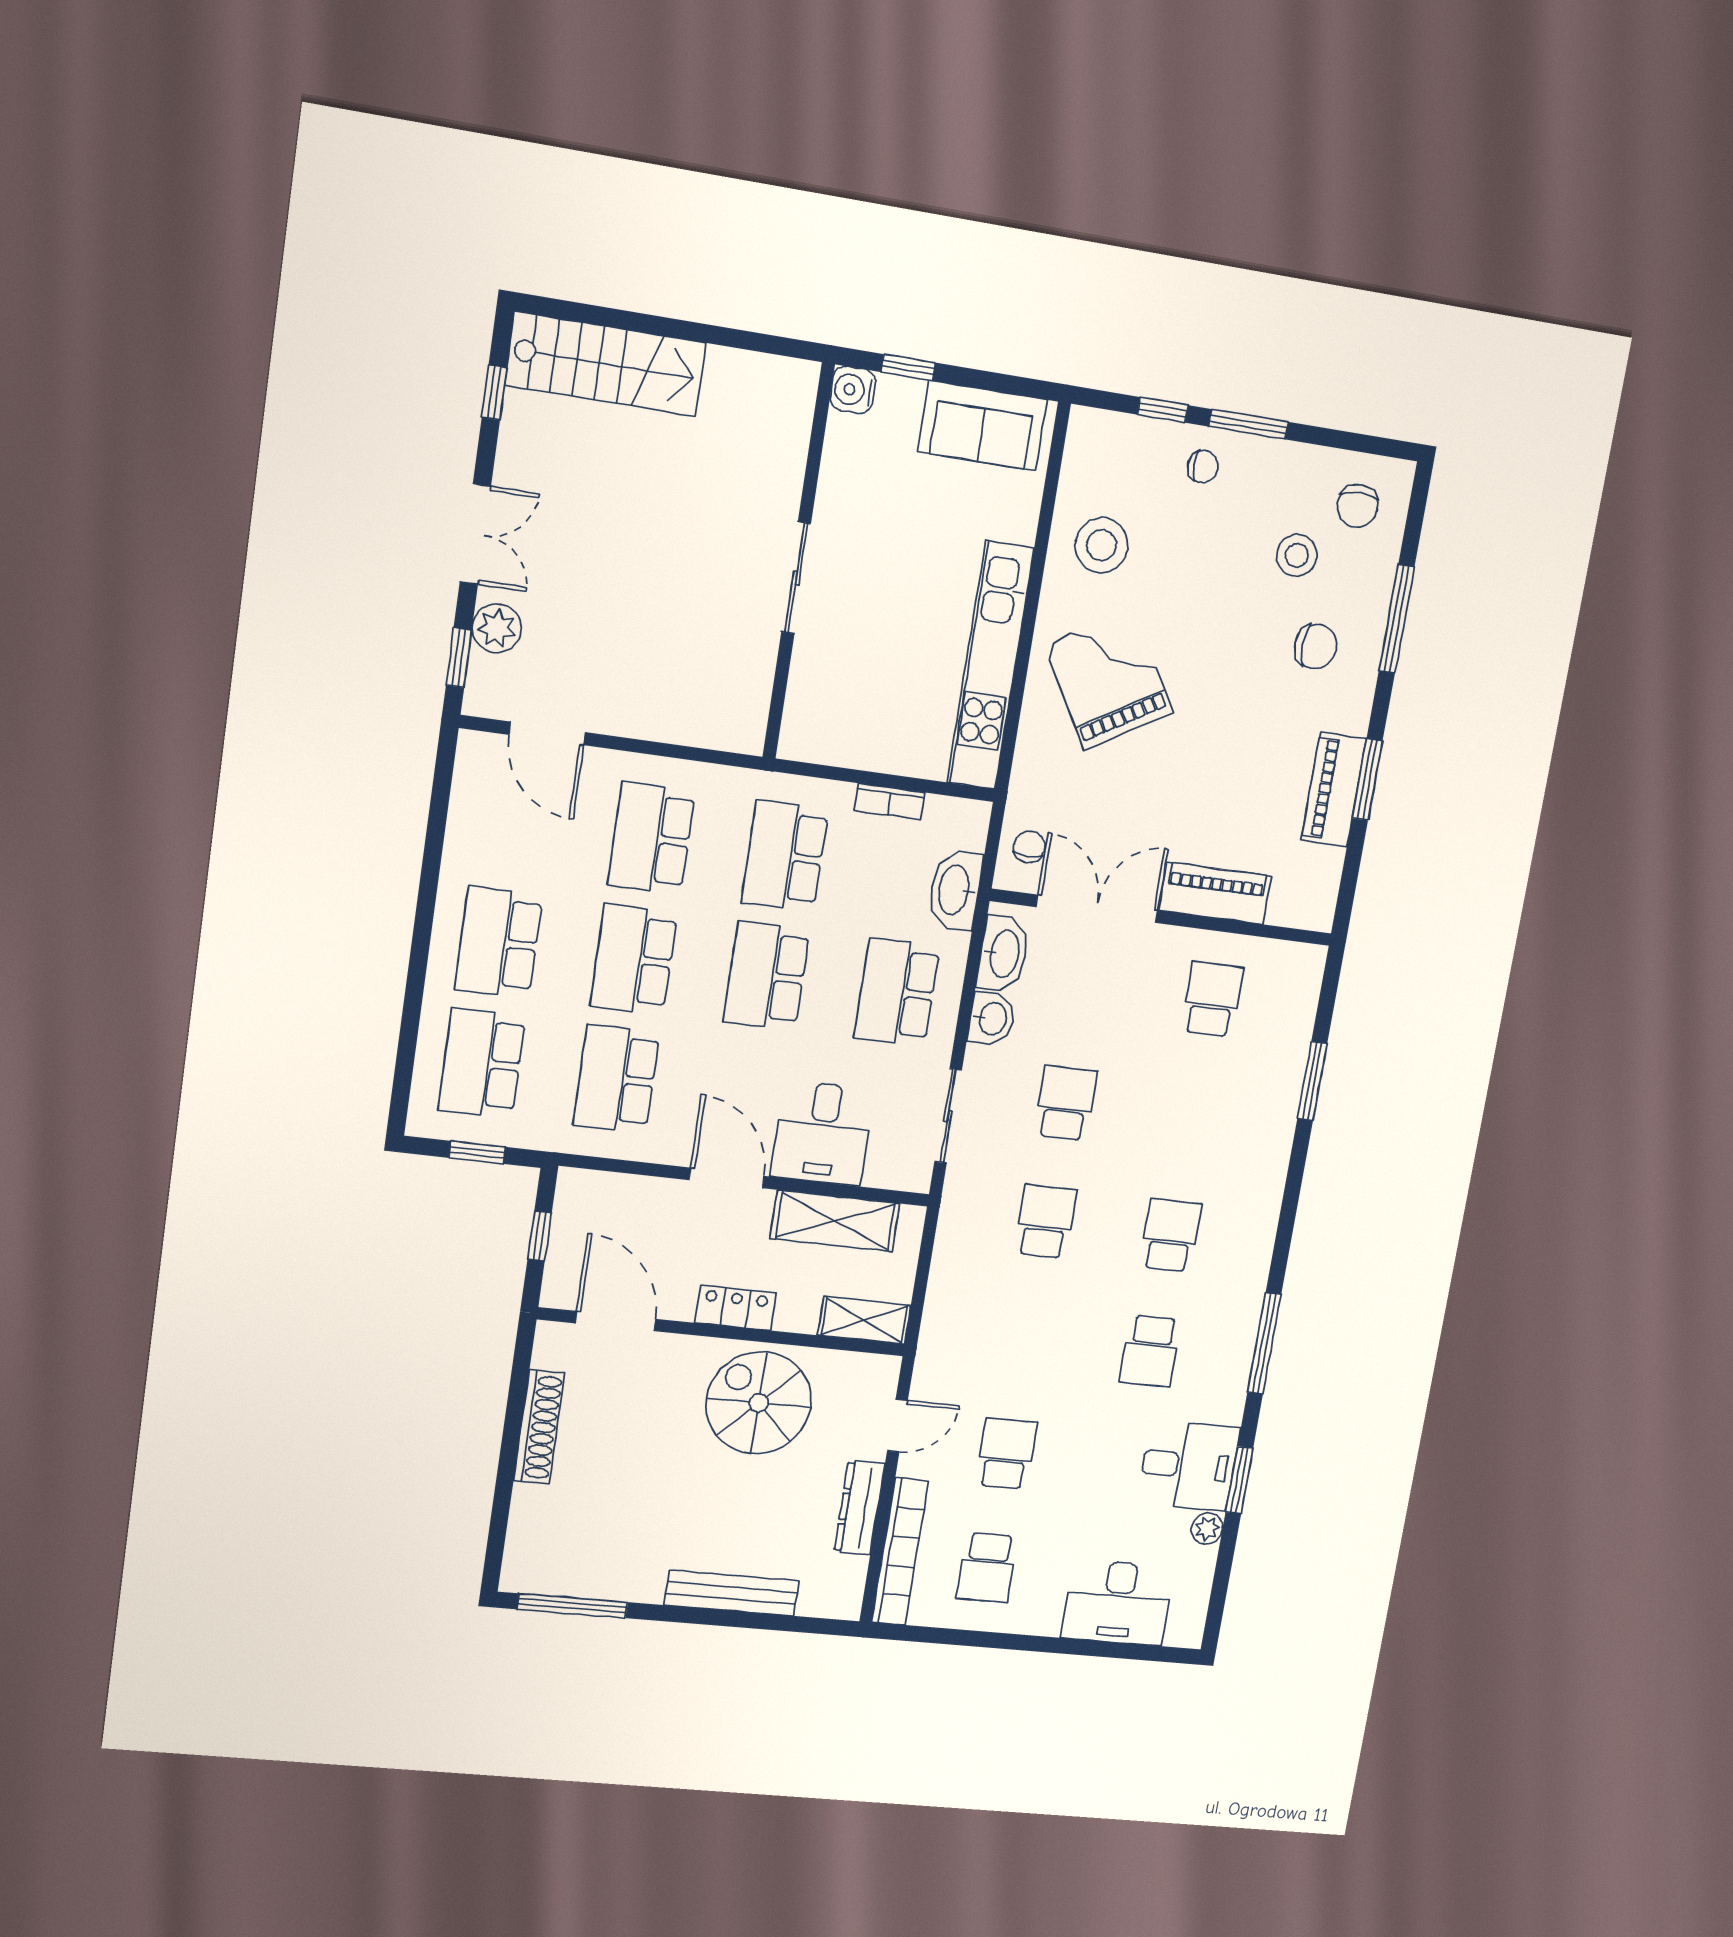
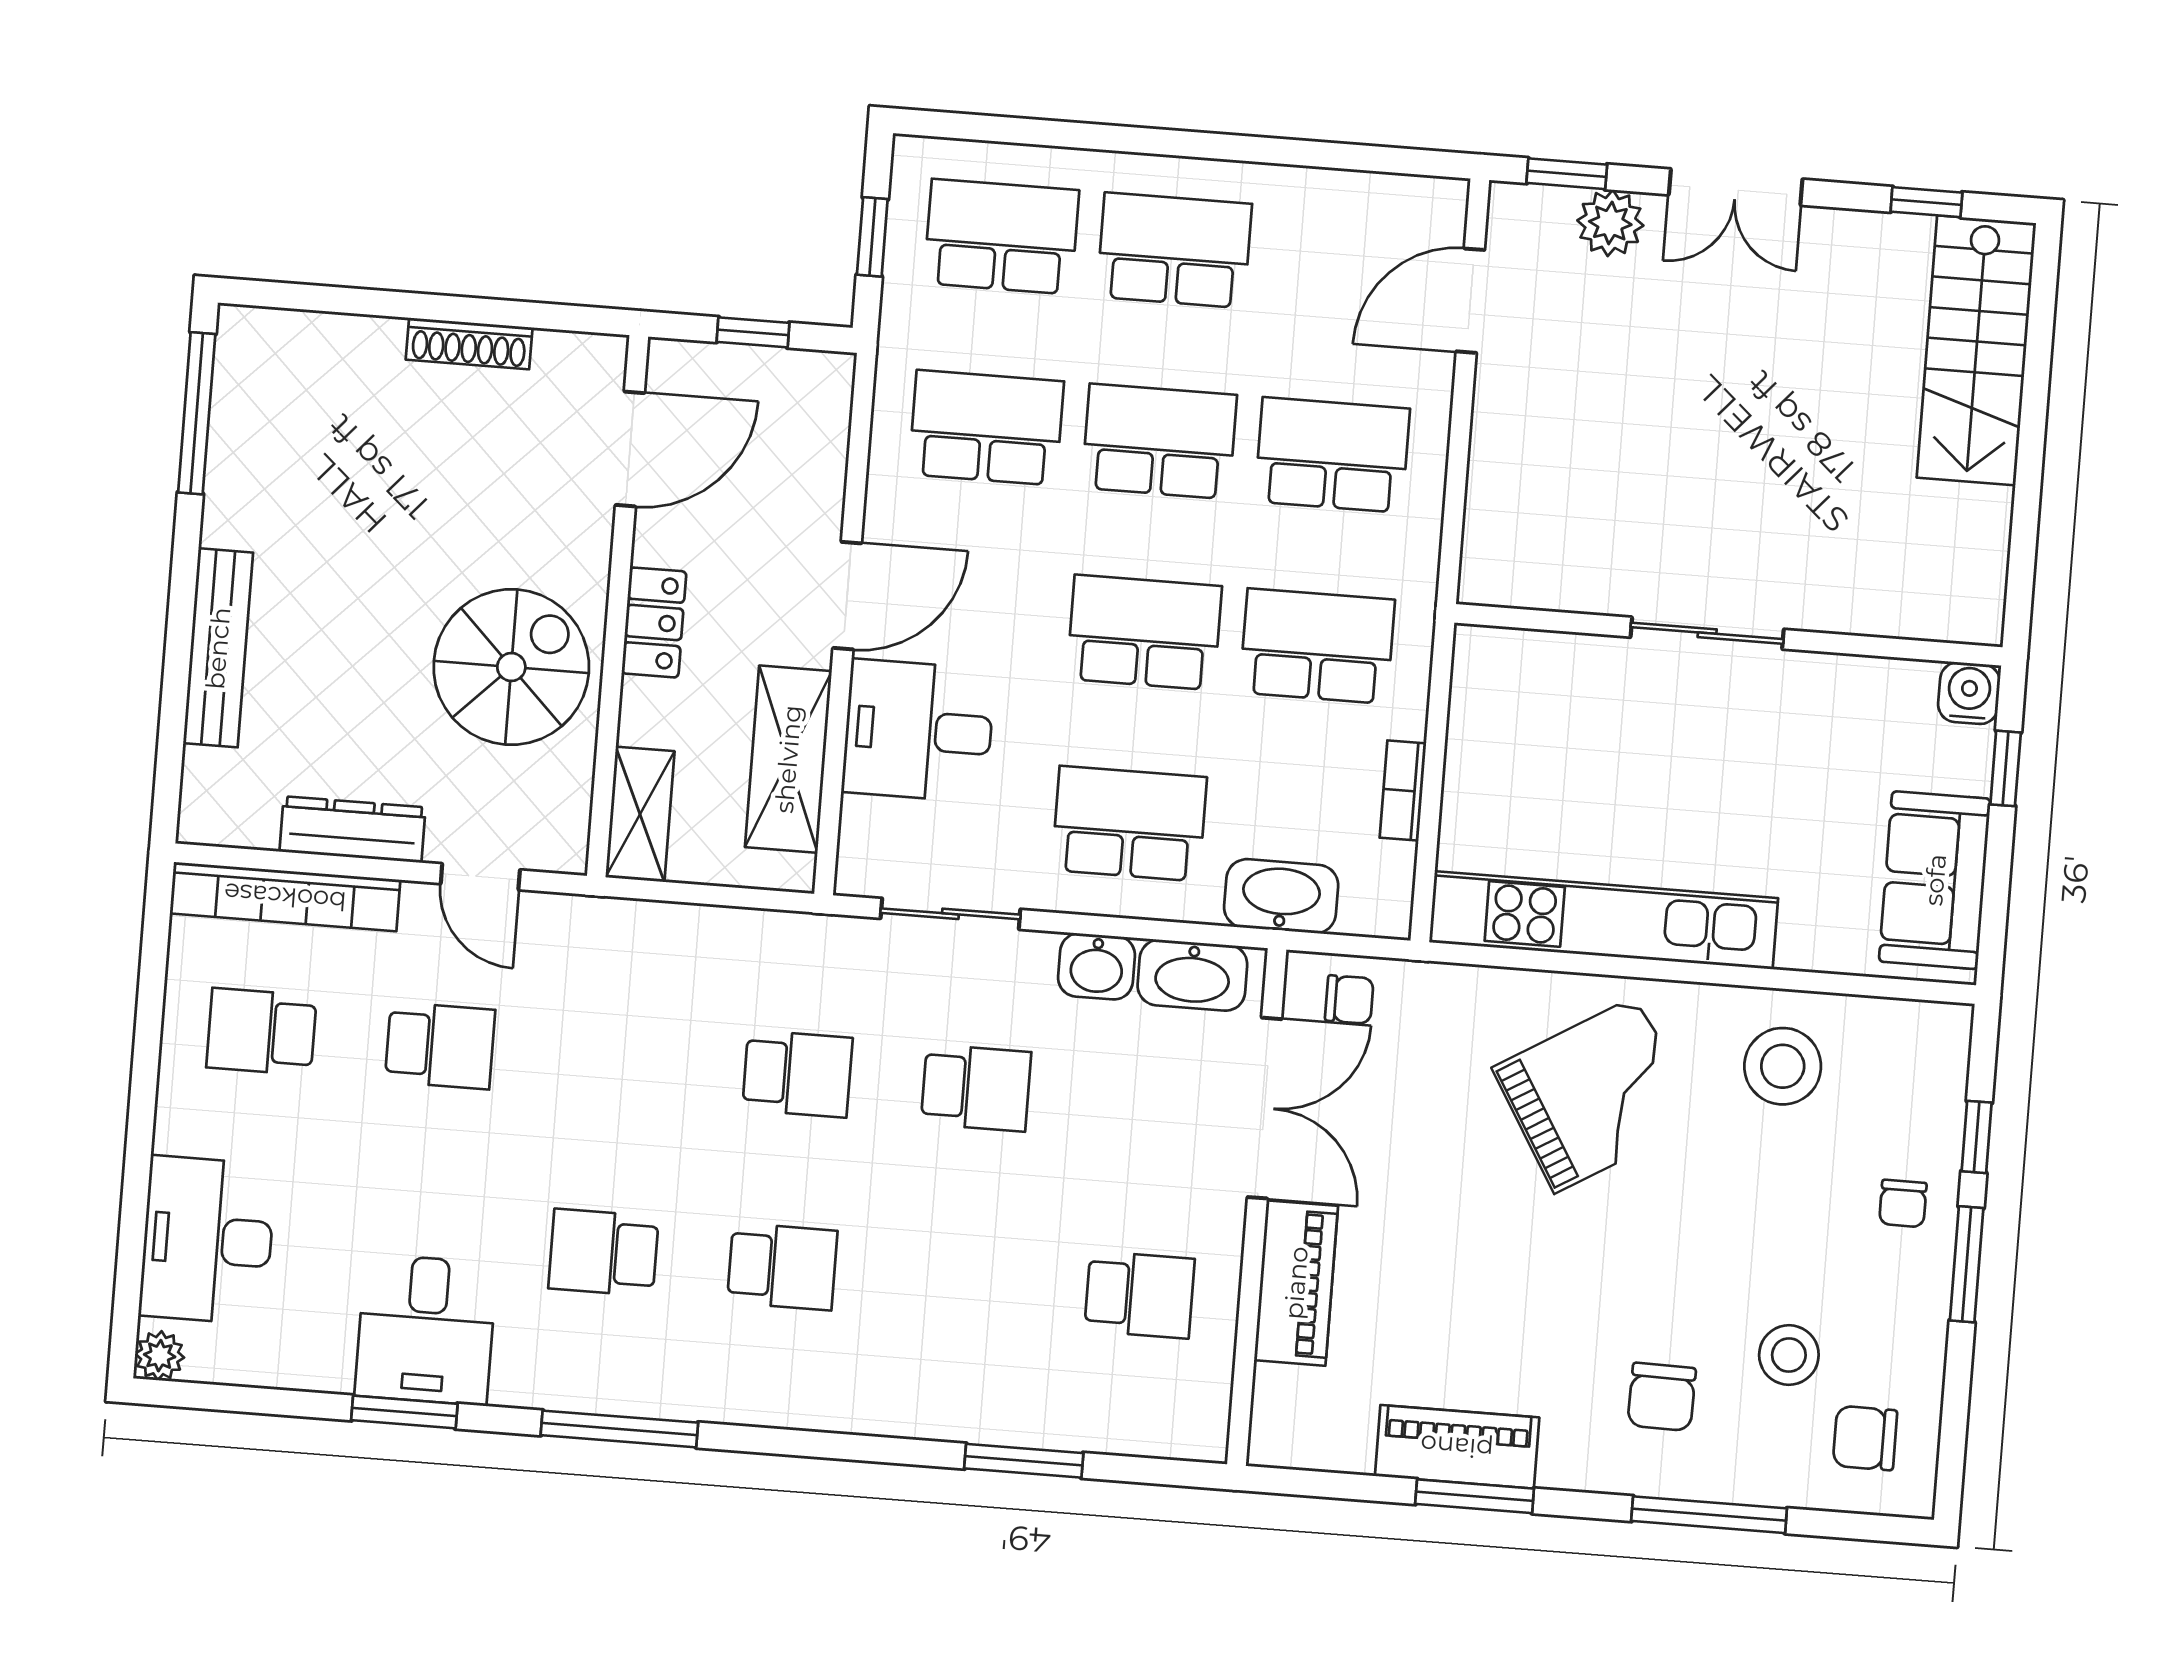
shoe rack: (539, 1427) -> (469, 344), width x0.74, depth x0.81
plant: (1207, 1529) -> (160, 1356), moved

